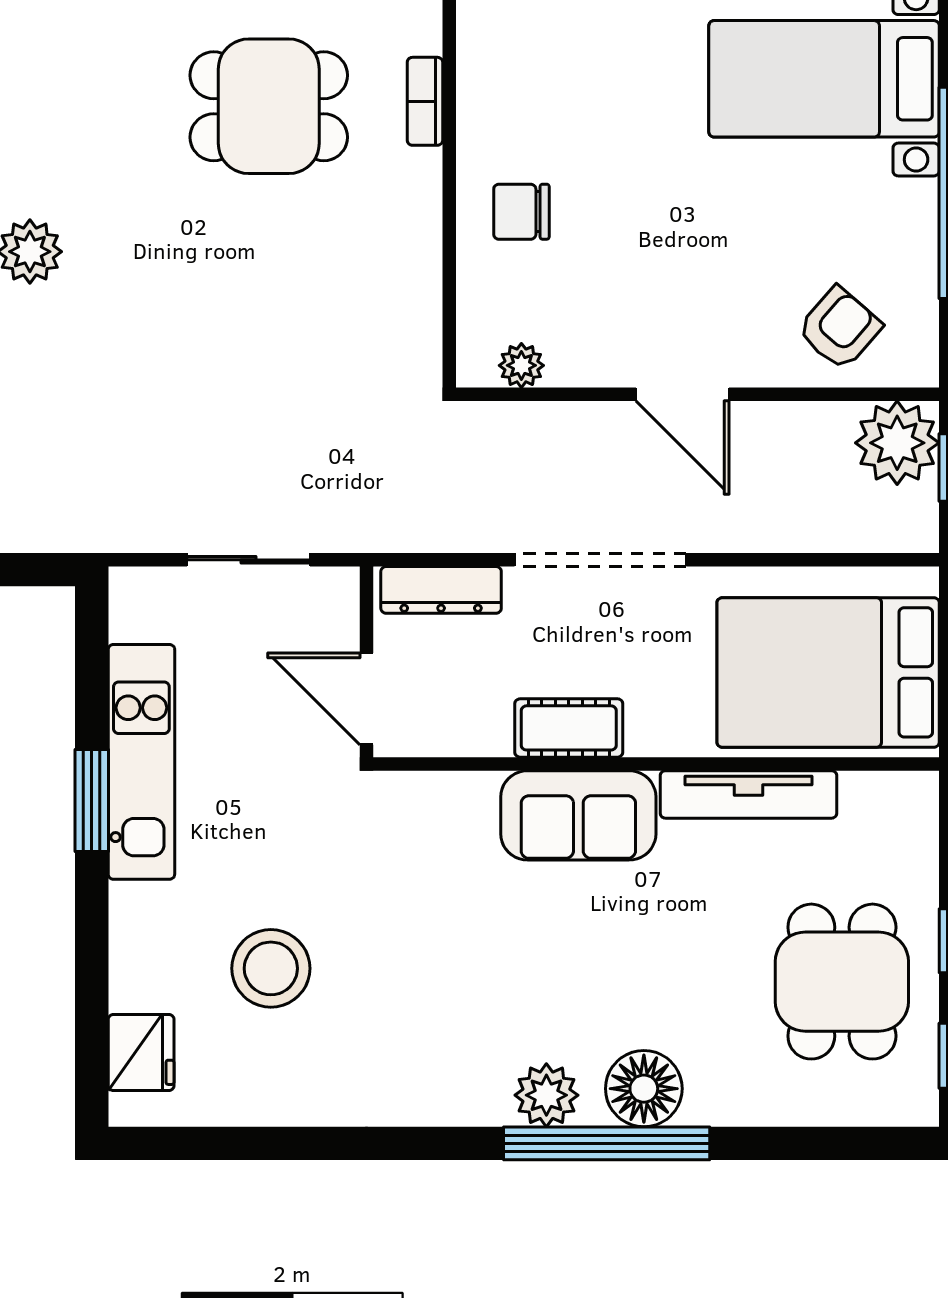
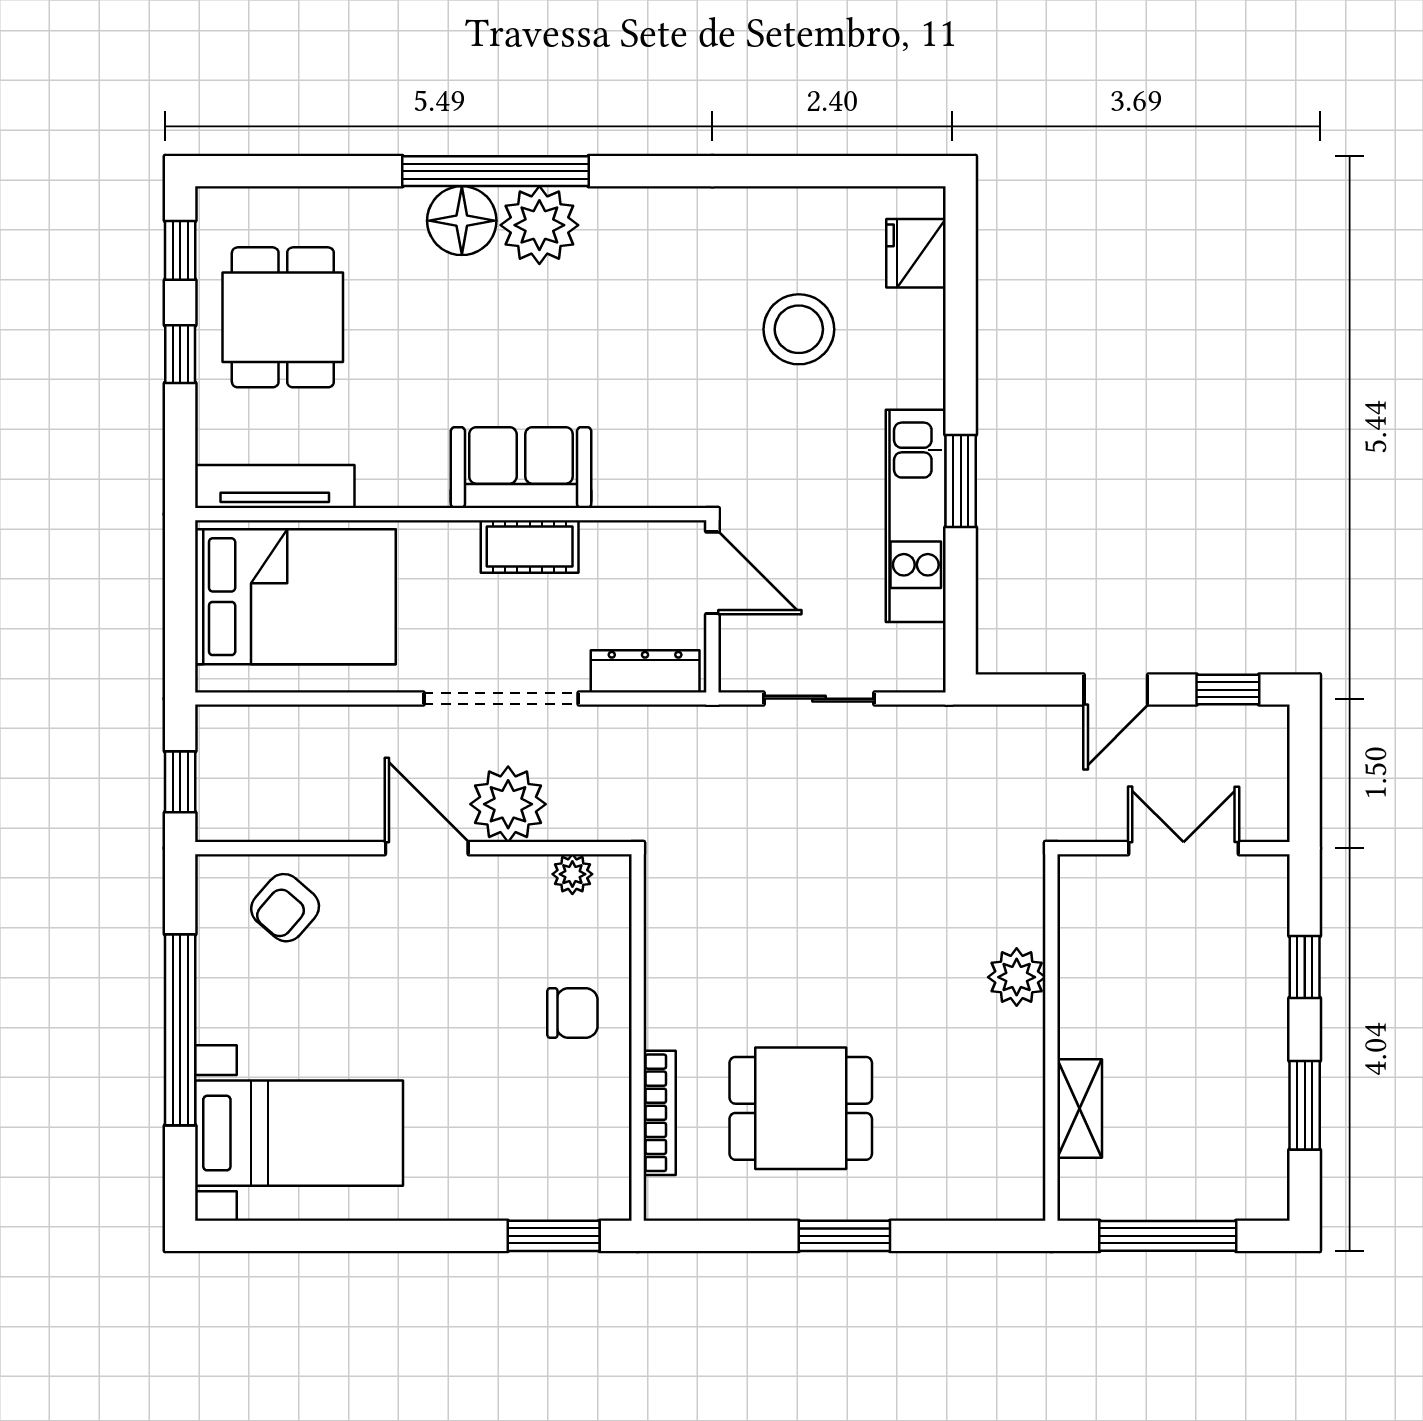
bookcase: (425, 101) -> (660, 1113), width x1.56
plant: (897, 443) -> (508, 804), moved
tv unit: (748, 794) -> (275, 487), moved
plant: (546, 1095) -> (539, 225), width x1.36, depth x1.36

